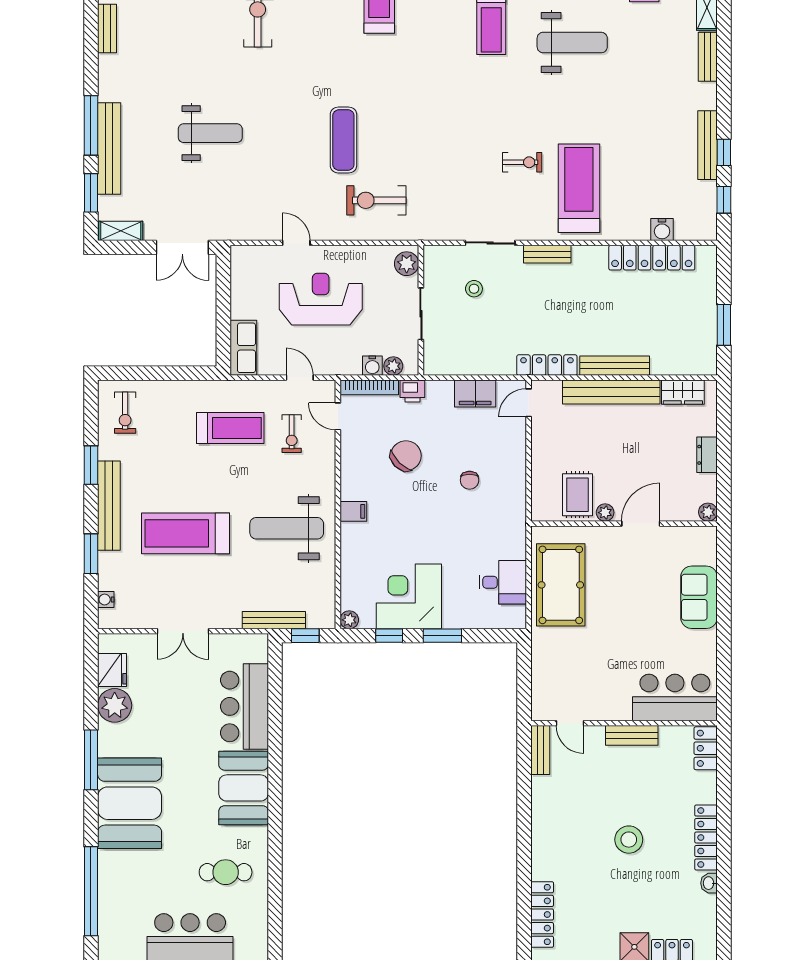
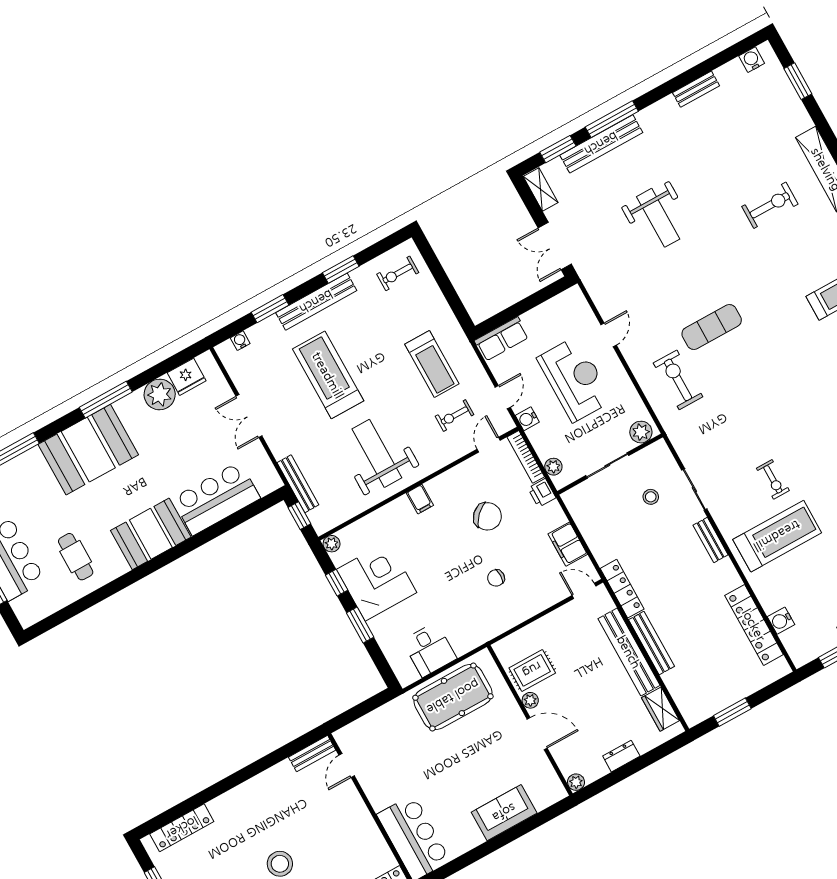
water cooler: (372, 366) -> (527, 419), moved
bench: (632, 735) -> (364, 820), removed

